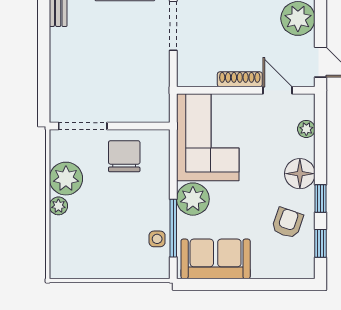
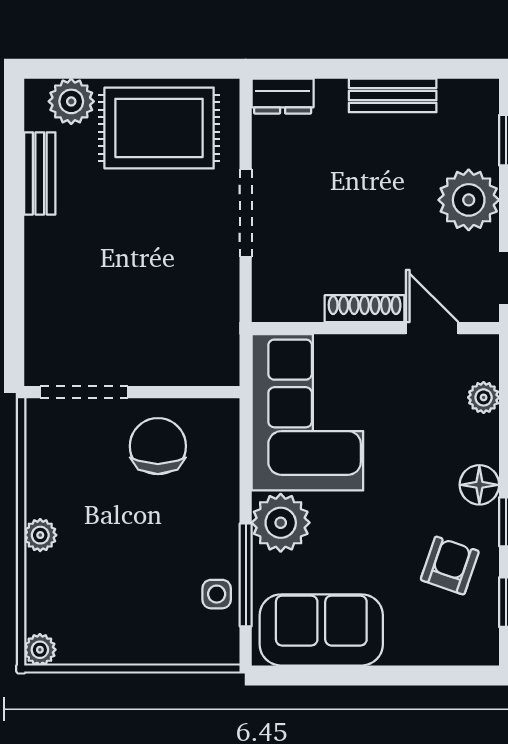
floor lamp: (300, 174) -> (479, 485), width x0.73, depth x0.73
plant: (66, 179) -> (40, 650), moved, width x0.53, depth x0.53

